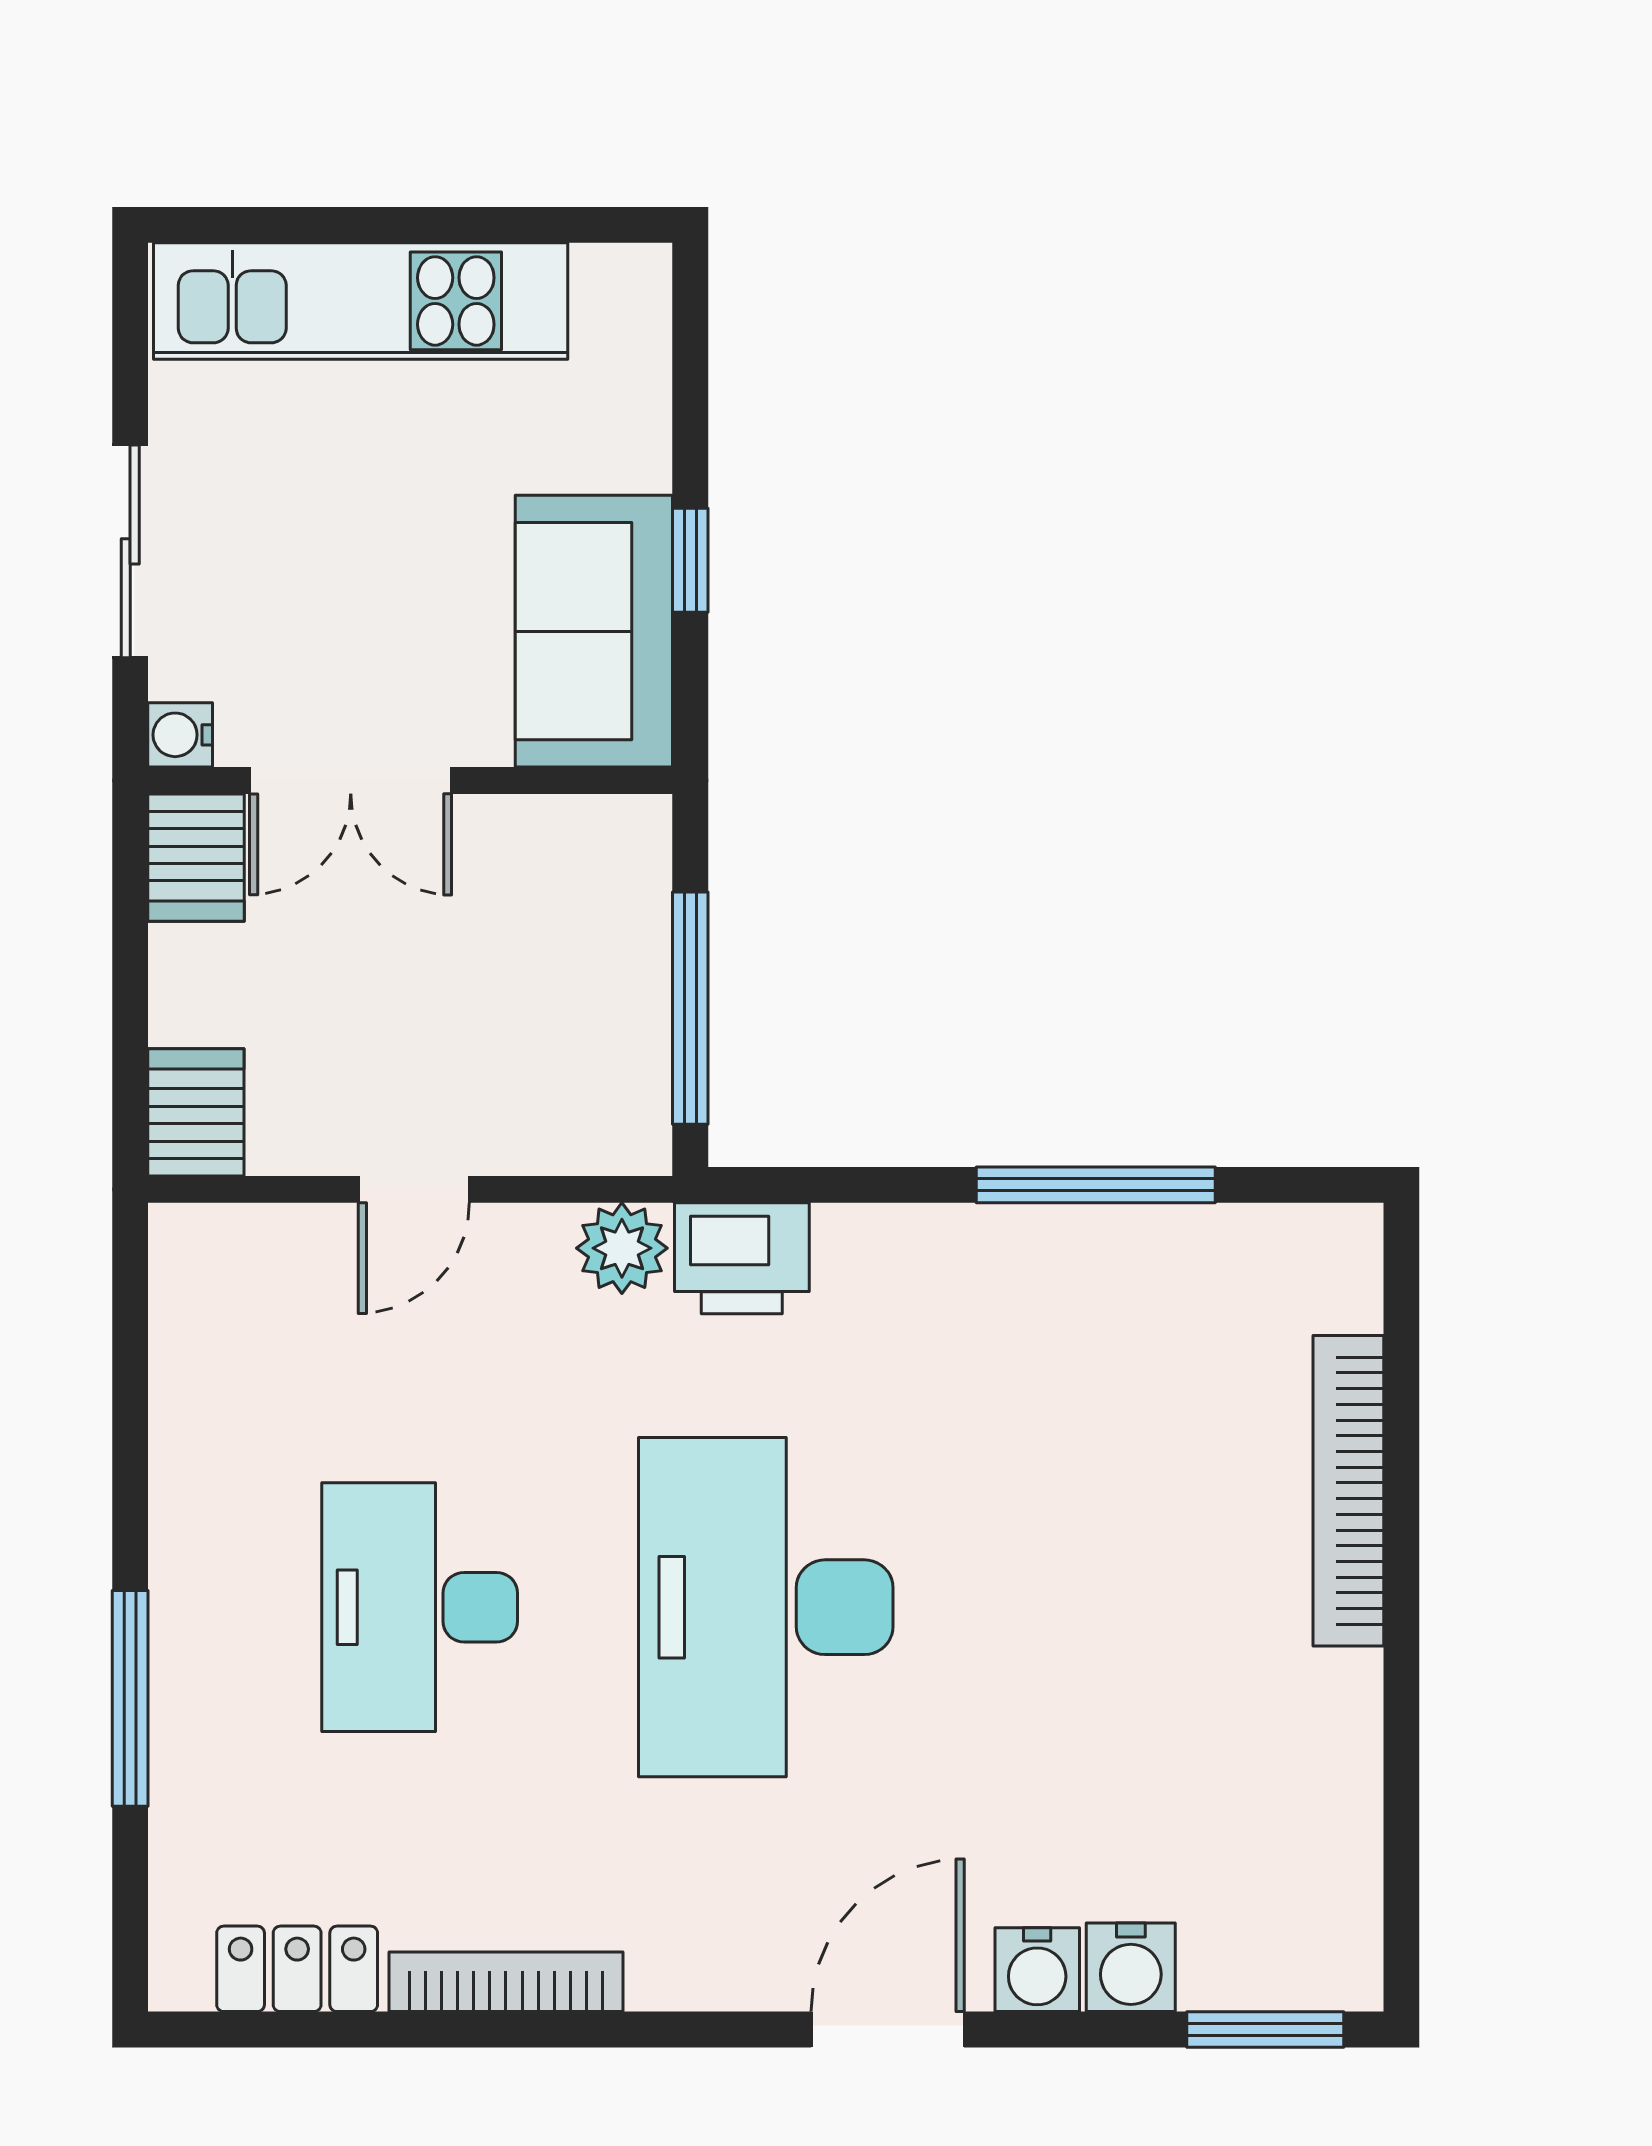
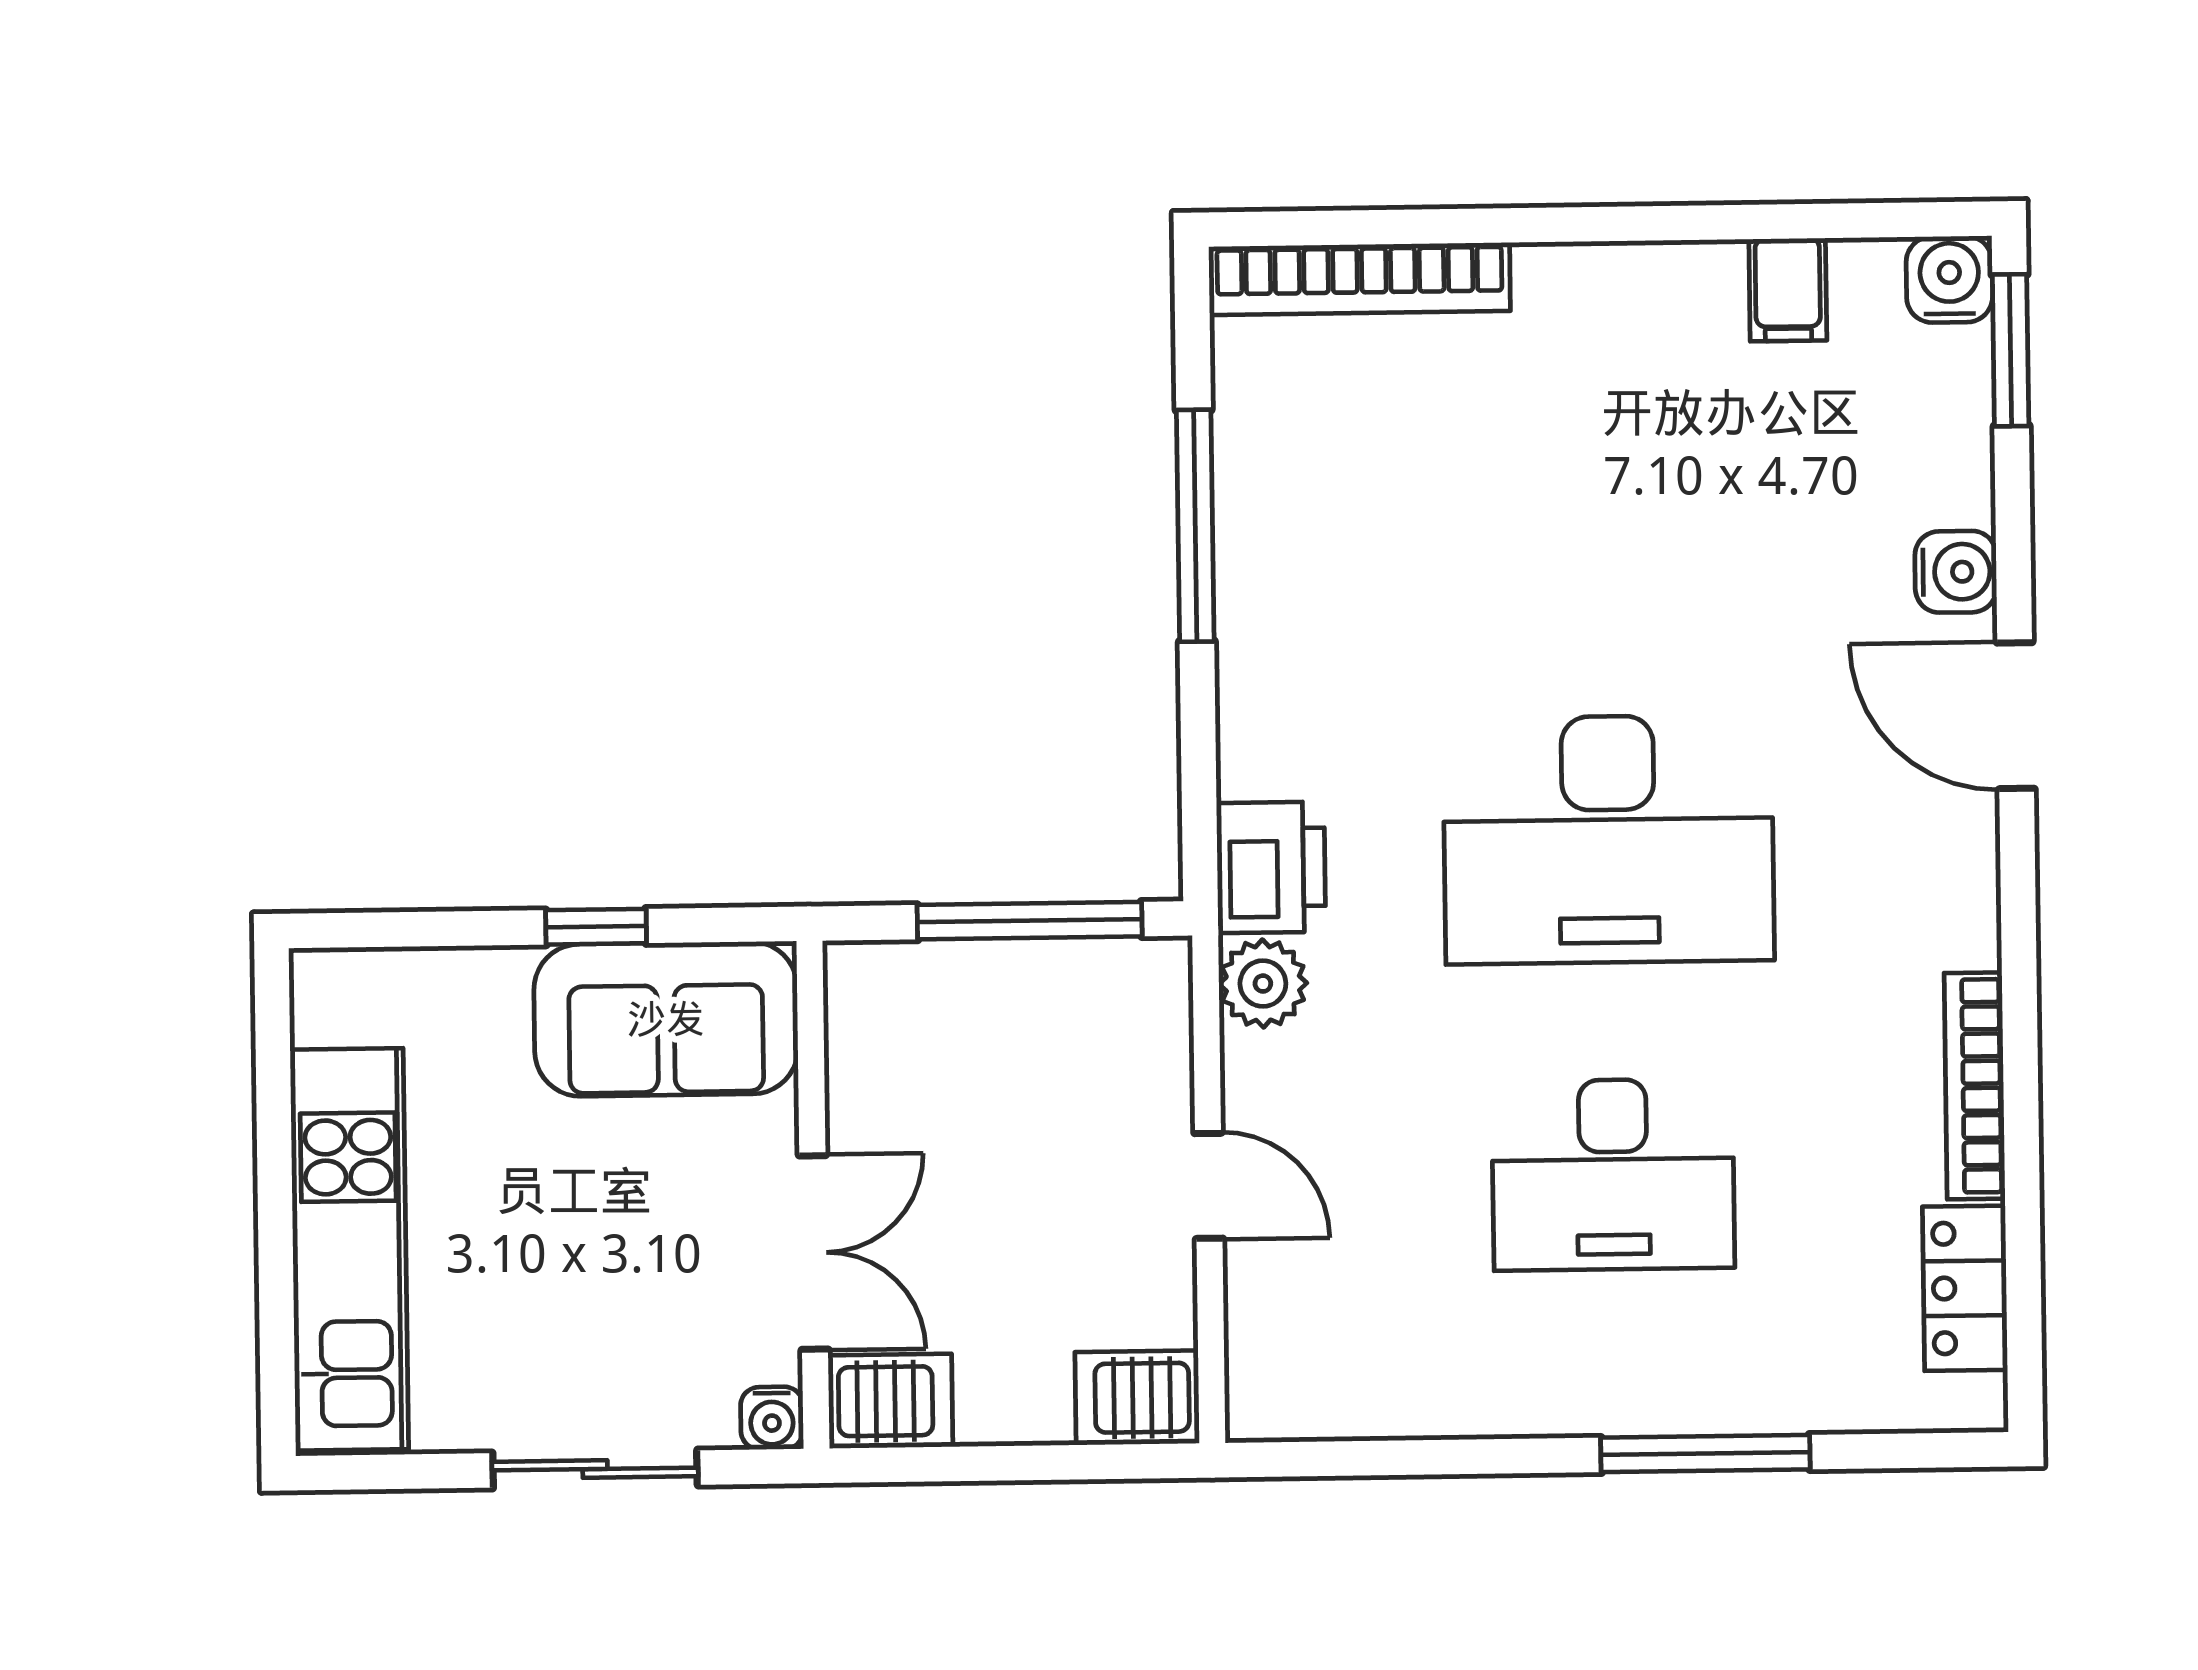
bookcase: (1348, 1491) -> (1360, 279), moved
filing cabinet: (1331, 1800) -> (1788, 290), added
water cooler: (1131, 1967) -> (1949, 279), moved, turned -90

